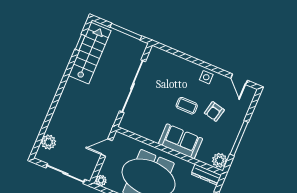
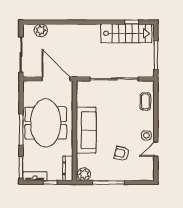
door: (239, 79) -> (156, 149), moved
coffee table: (187, 106) -> (145, 102), moved
sofa: (180, 141) -> (86, 130), width x1.36
door: (107, 148) -> (56, 79), width x1.88
plant: (101, 180) -> (28, 86), removed

